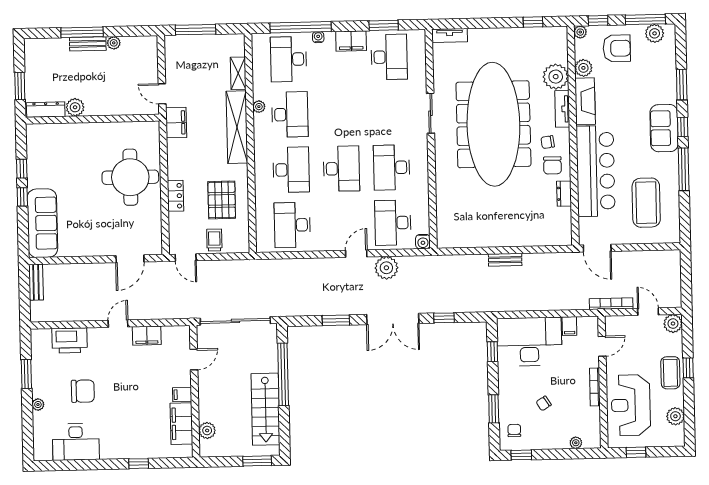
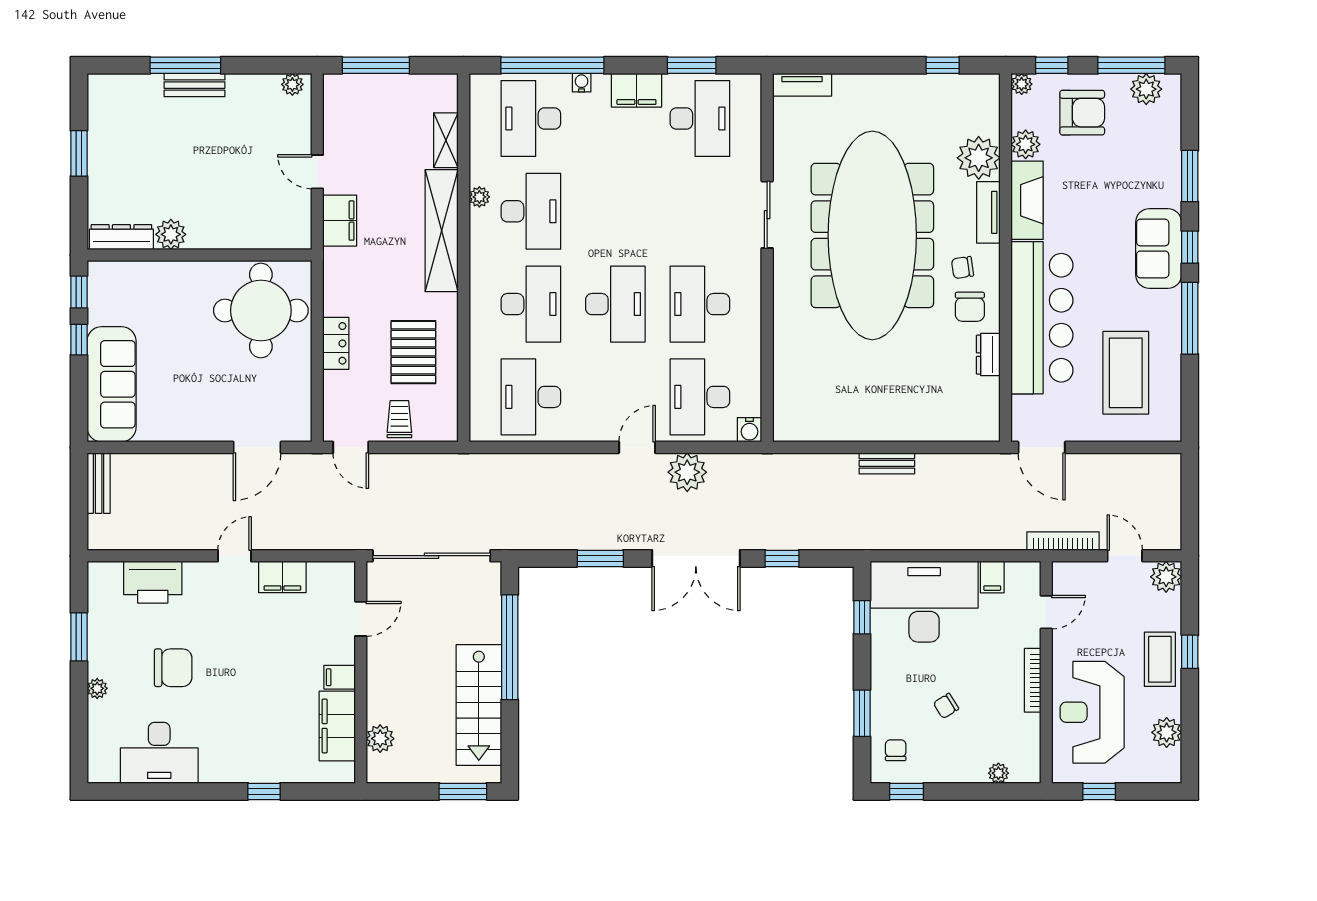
plant: (114, 43) -> (292, 84), moved
plant: (75, 107) -> (171, 234), moved
dresser: (46, 110) -> (121, 237), moved
wall: (92, 119) -> (199, 255), moved

